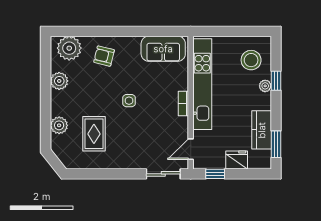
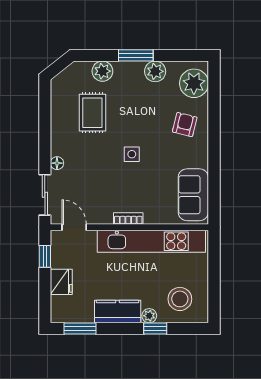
window: (46, 97) -> (136, 55), added
kitchen counter: (262, 130) -> (118, 311), moved
rug: (94, 134) -> (92, 113), turned 90
floor lamp: (137, 164) -> (57, 163), added

